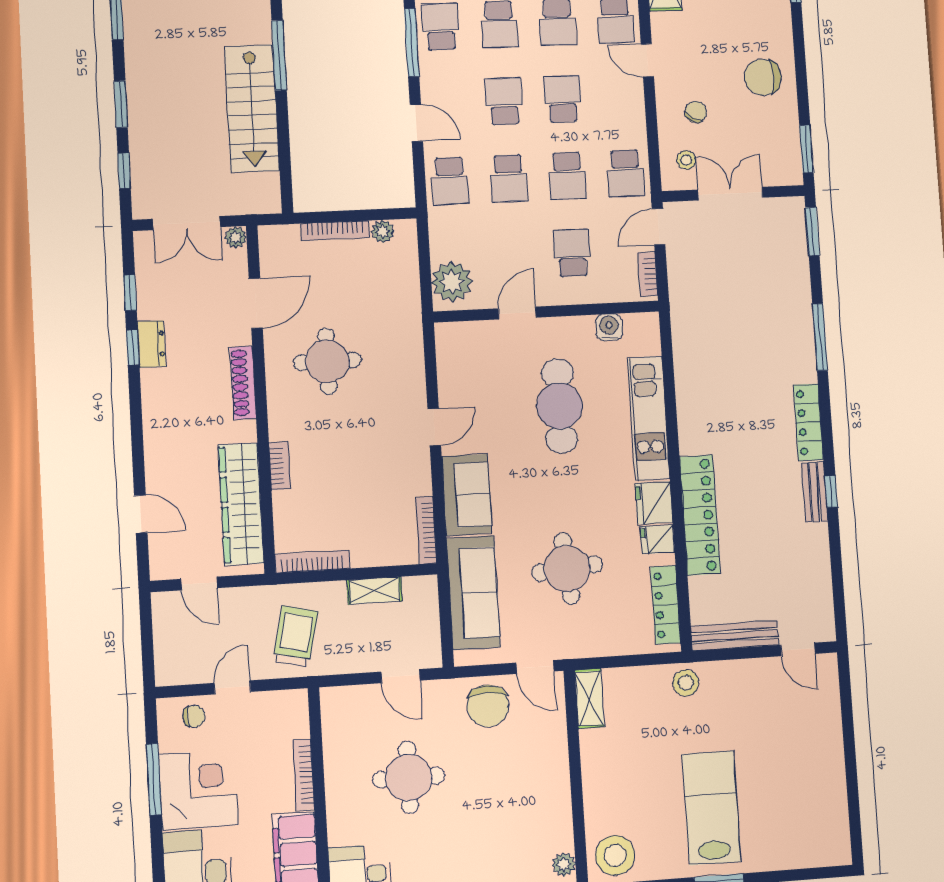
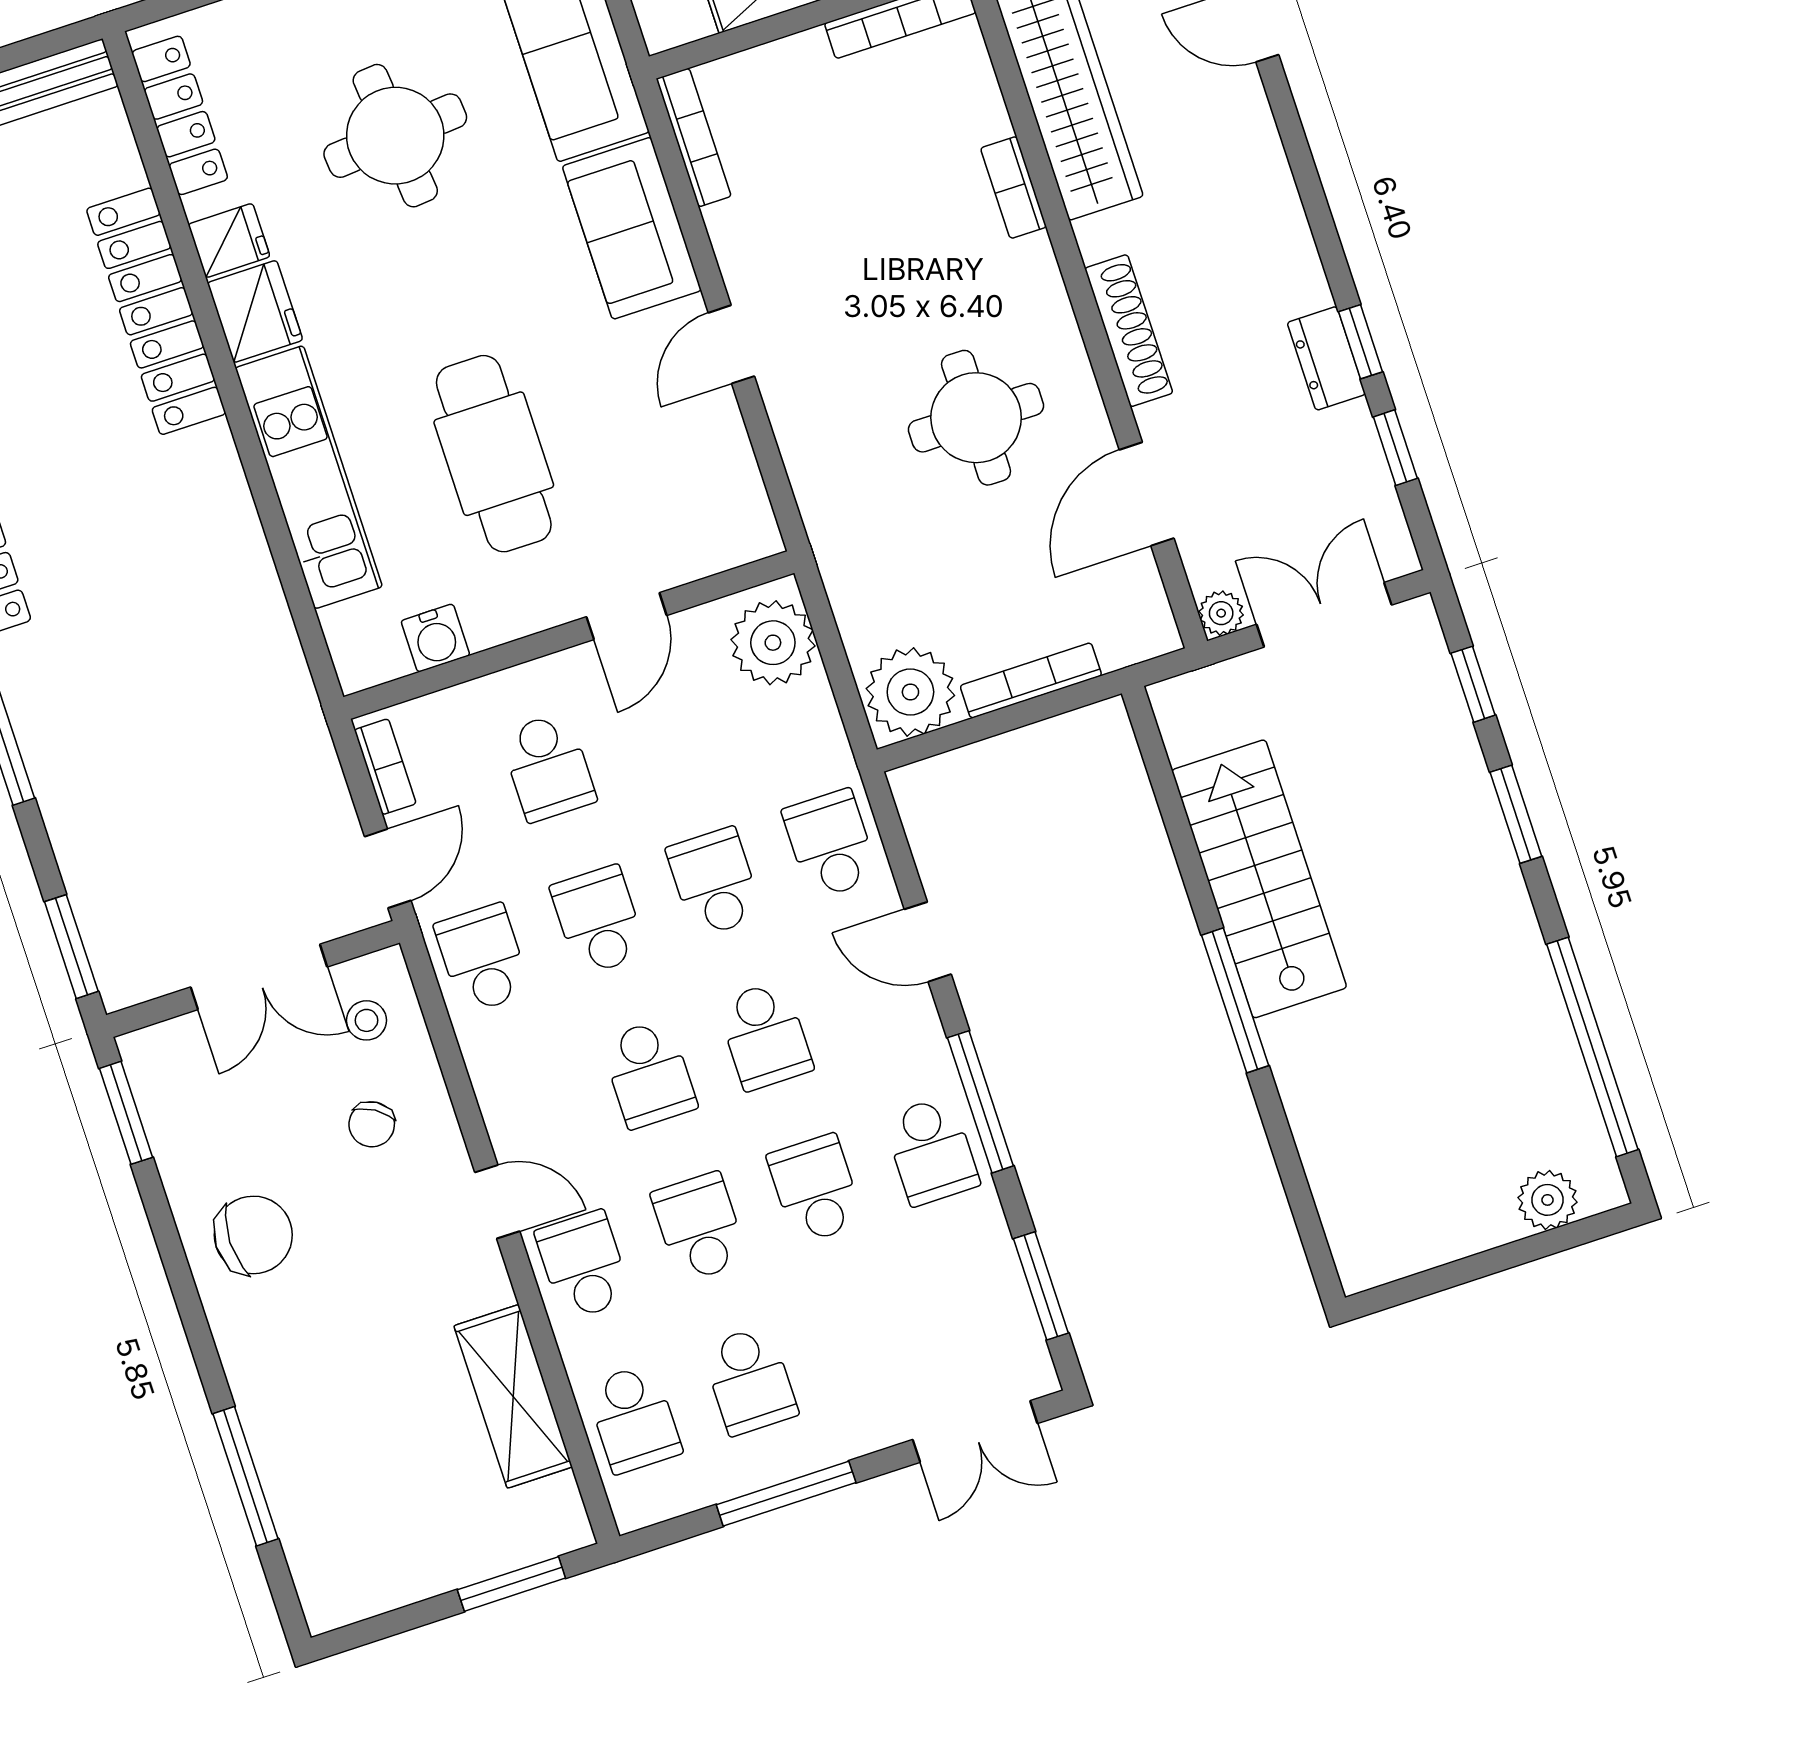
plant: (383, 231) -> (910, 692), width x1.87, depth x1.87

